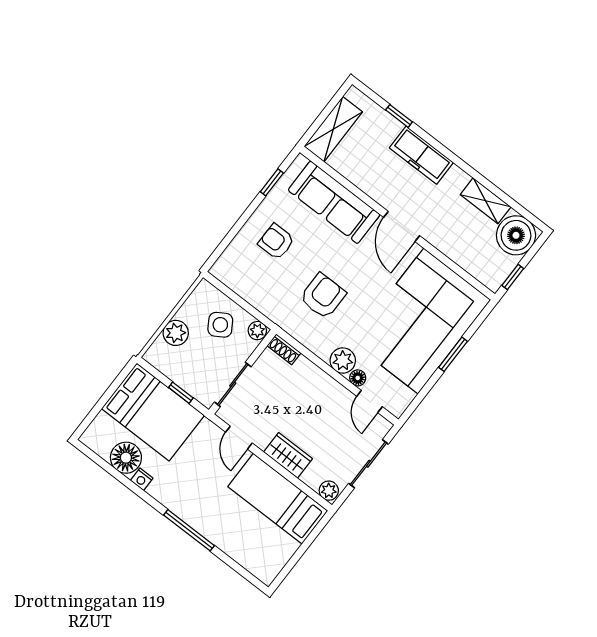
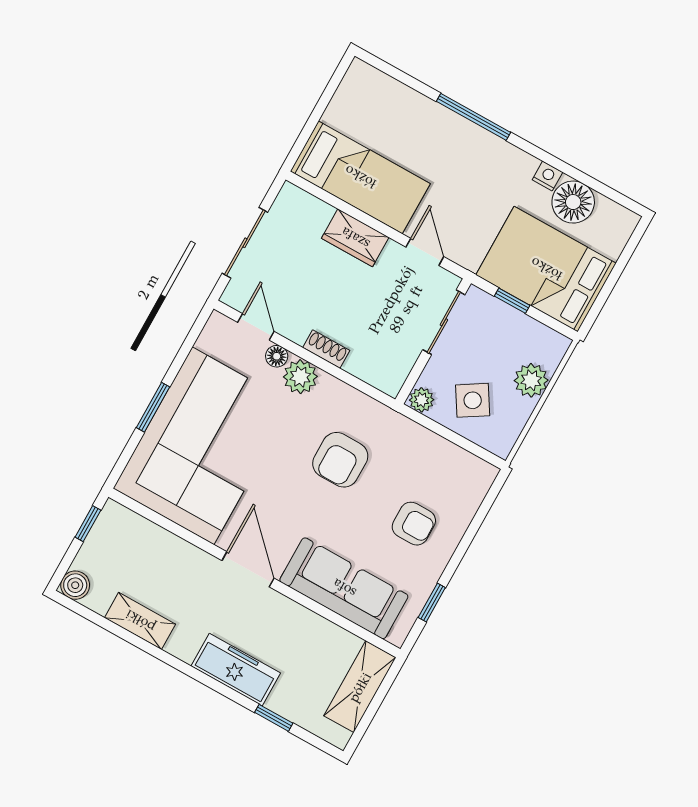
boiler: (516, 235) -> (75, 585), width x0.54, depth x0.54
shoe rack: (284, 349) -> (326, 349), moved
plant: (329, 491) -> (293, 198), removed

